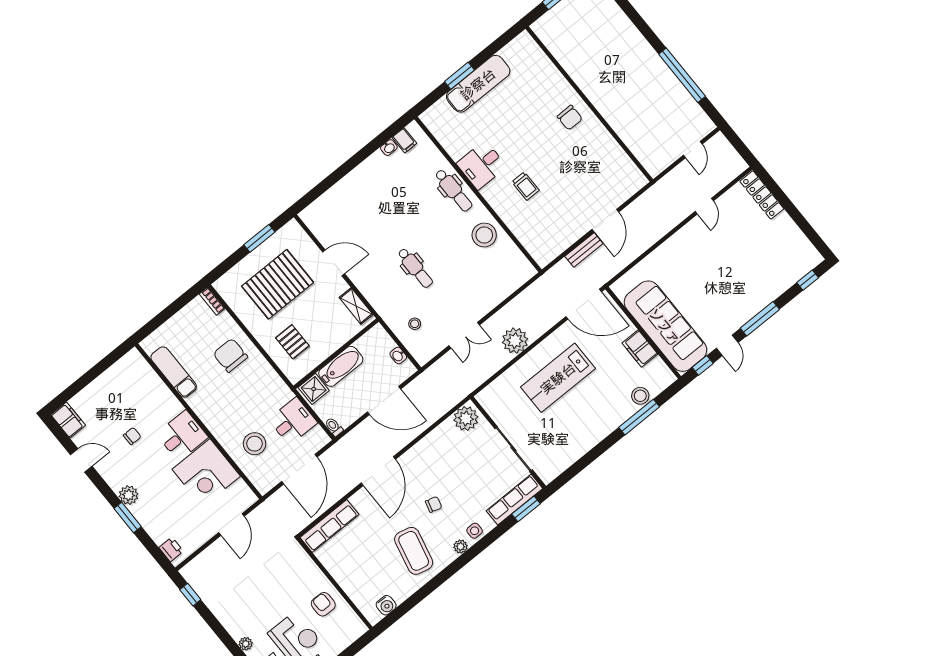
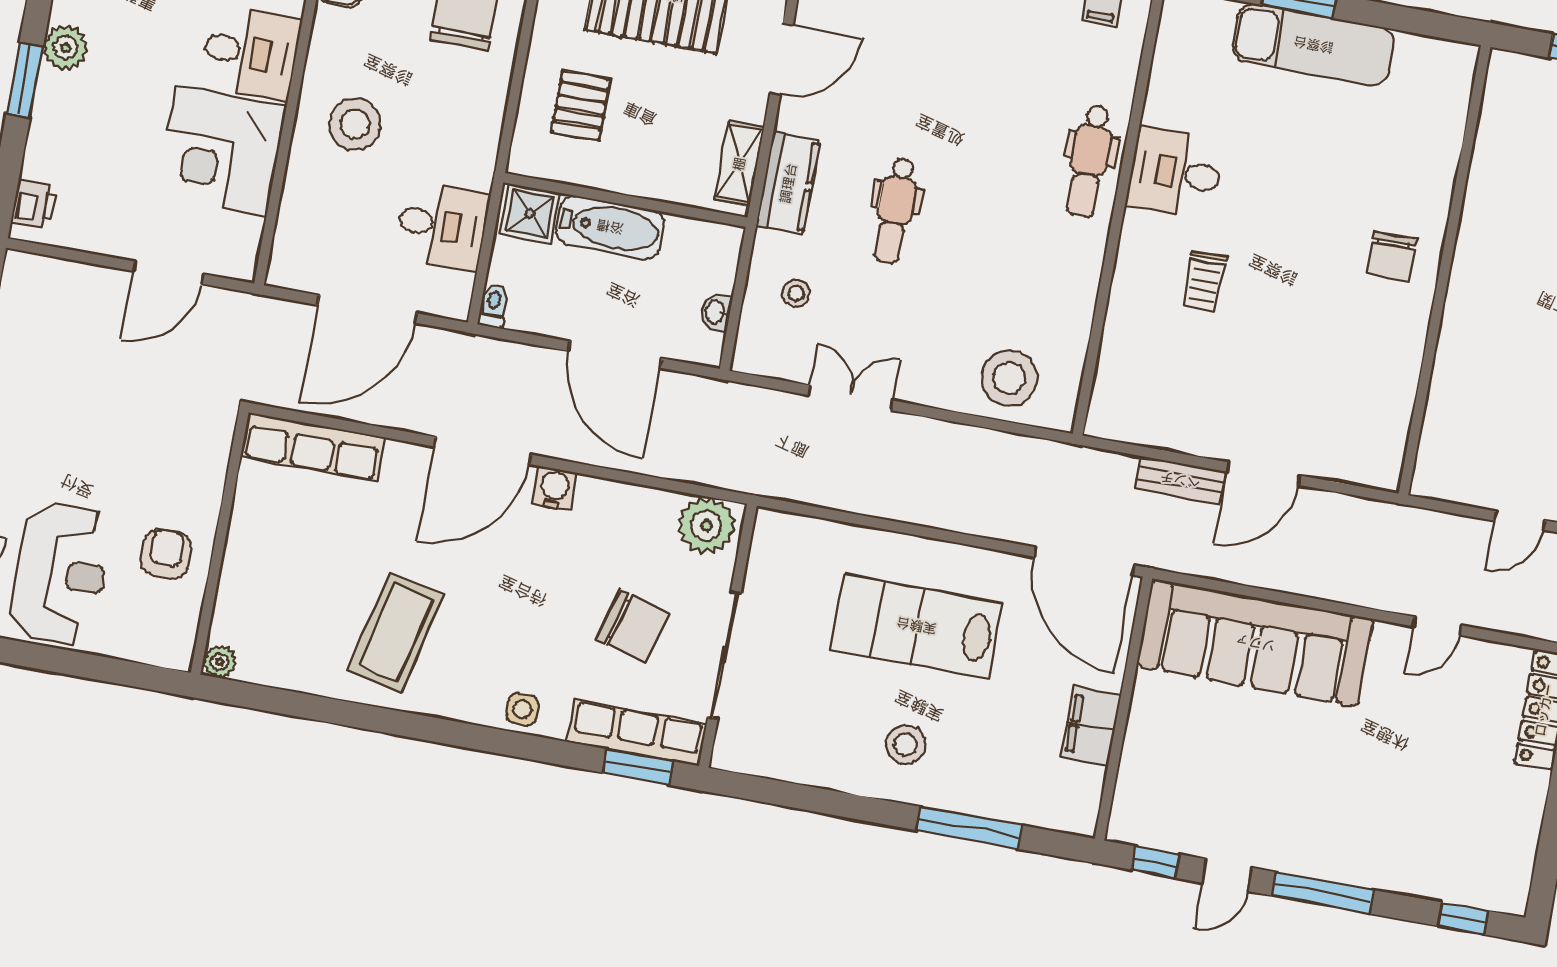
stool: (484, 235) -> (1009, 378), moved
door: (334, 263) -> (782, 59), hinge flipped
kitchen counter: (376, 295) -> (788, 183), added
sofa: (665, 326) -> (1255, 643), moved, turned 90
double door: (464, 335) -> (850, 398), swing flipped
plant: (515, 341) -> (917, 495), removed
stool: (640, 396) -> (906, 745), moved
stool: (255, 444) -> (355, 124), moved
chair: (434, 504) -> (633, 626), moved, width x1.87, depth x1.87
plant: (461, 546) -> (220, 662), moved
water cooler: (386, 605) -> (554, 488), moved, turned 180

